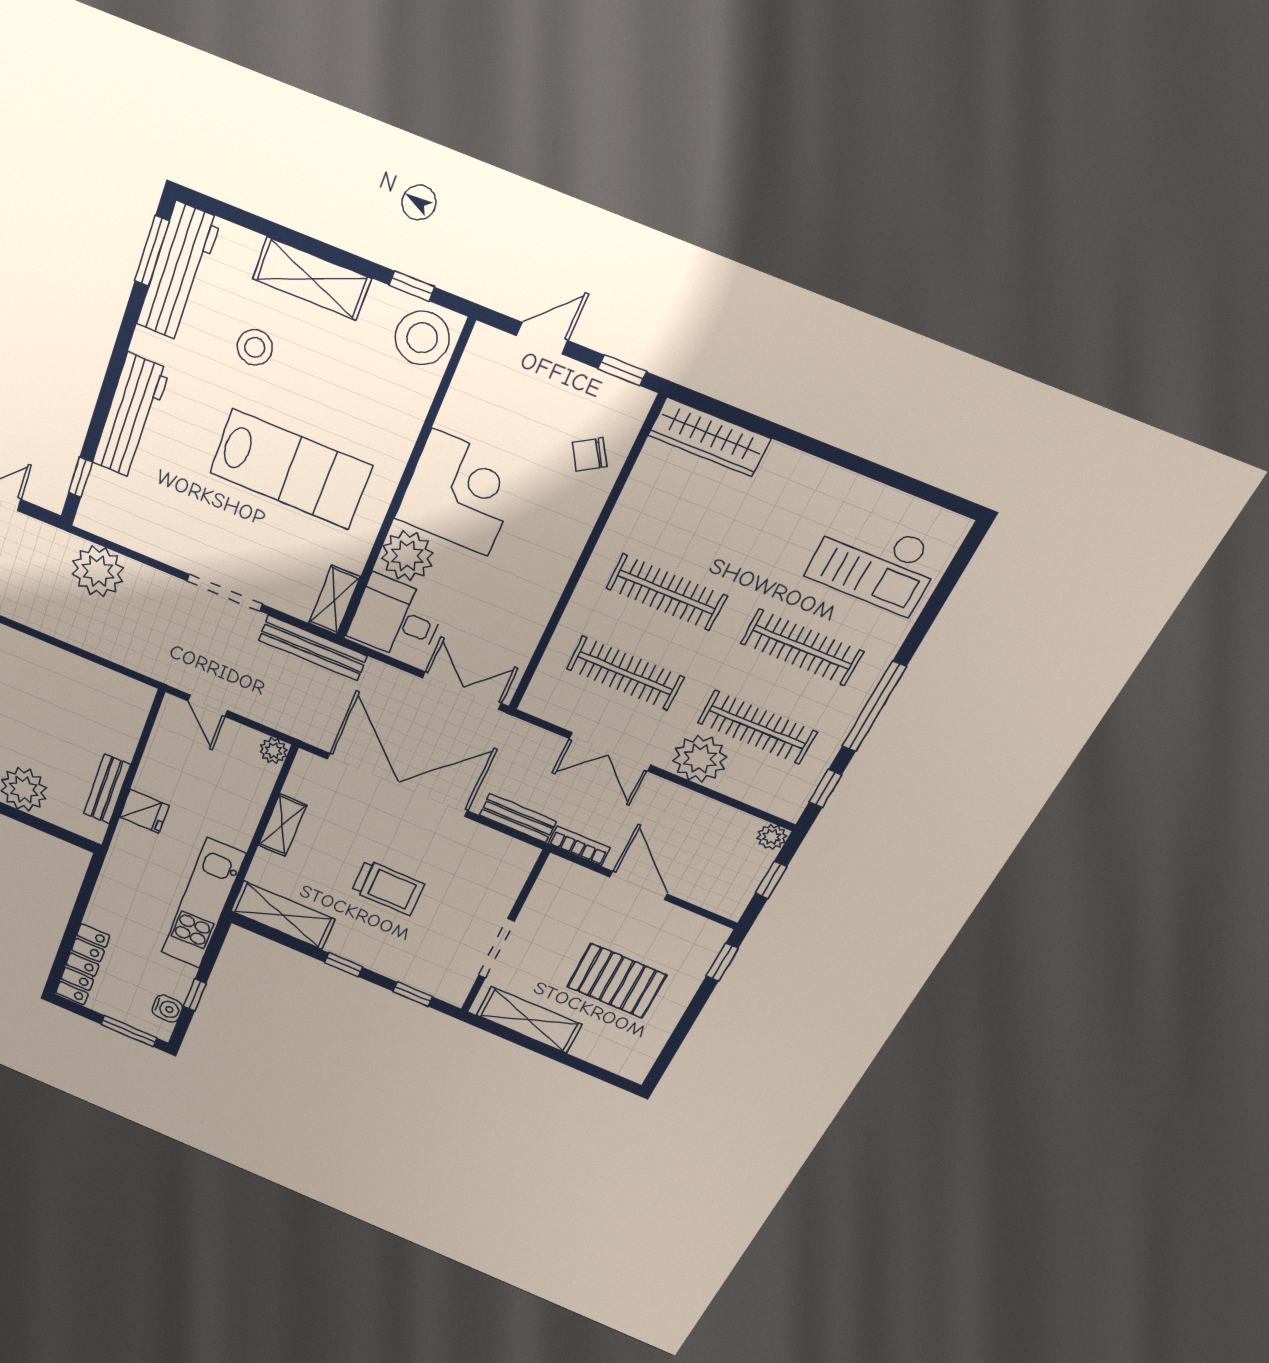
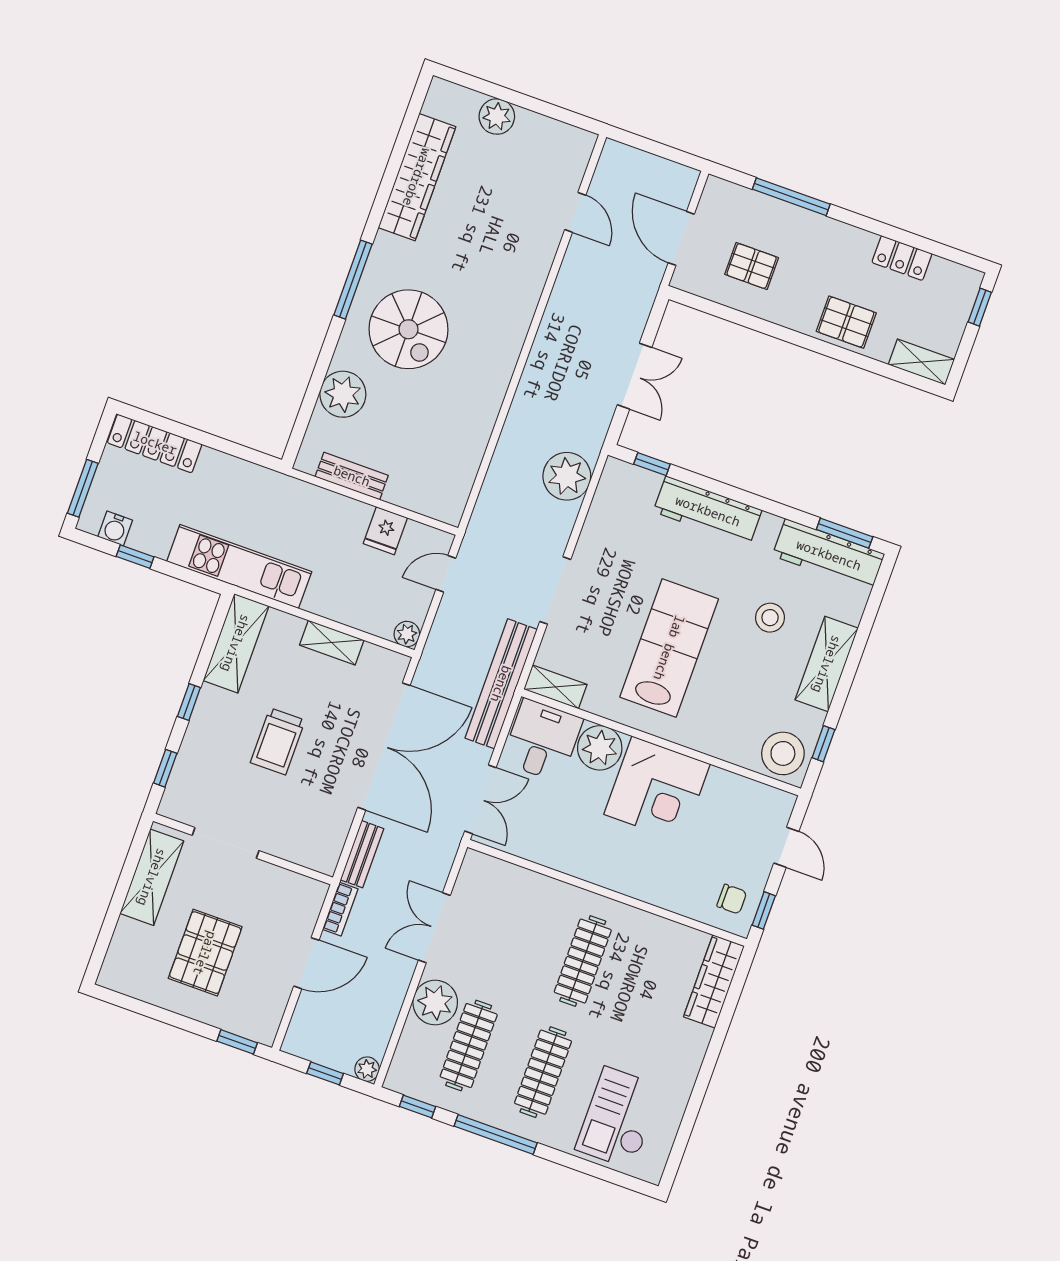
chair: (590, 455) -> (732, 899), moved, turned 122
lab bench: (291, 469) -> (669, 648), turned 180
bench: (313, 648) -> (501, 684), width x1.37, depth x1.21
clothes rail: (625, 673) -> (508, 934), removed
fridge: (144, 811) -> (385, 531), moved

